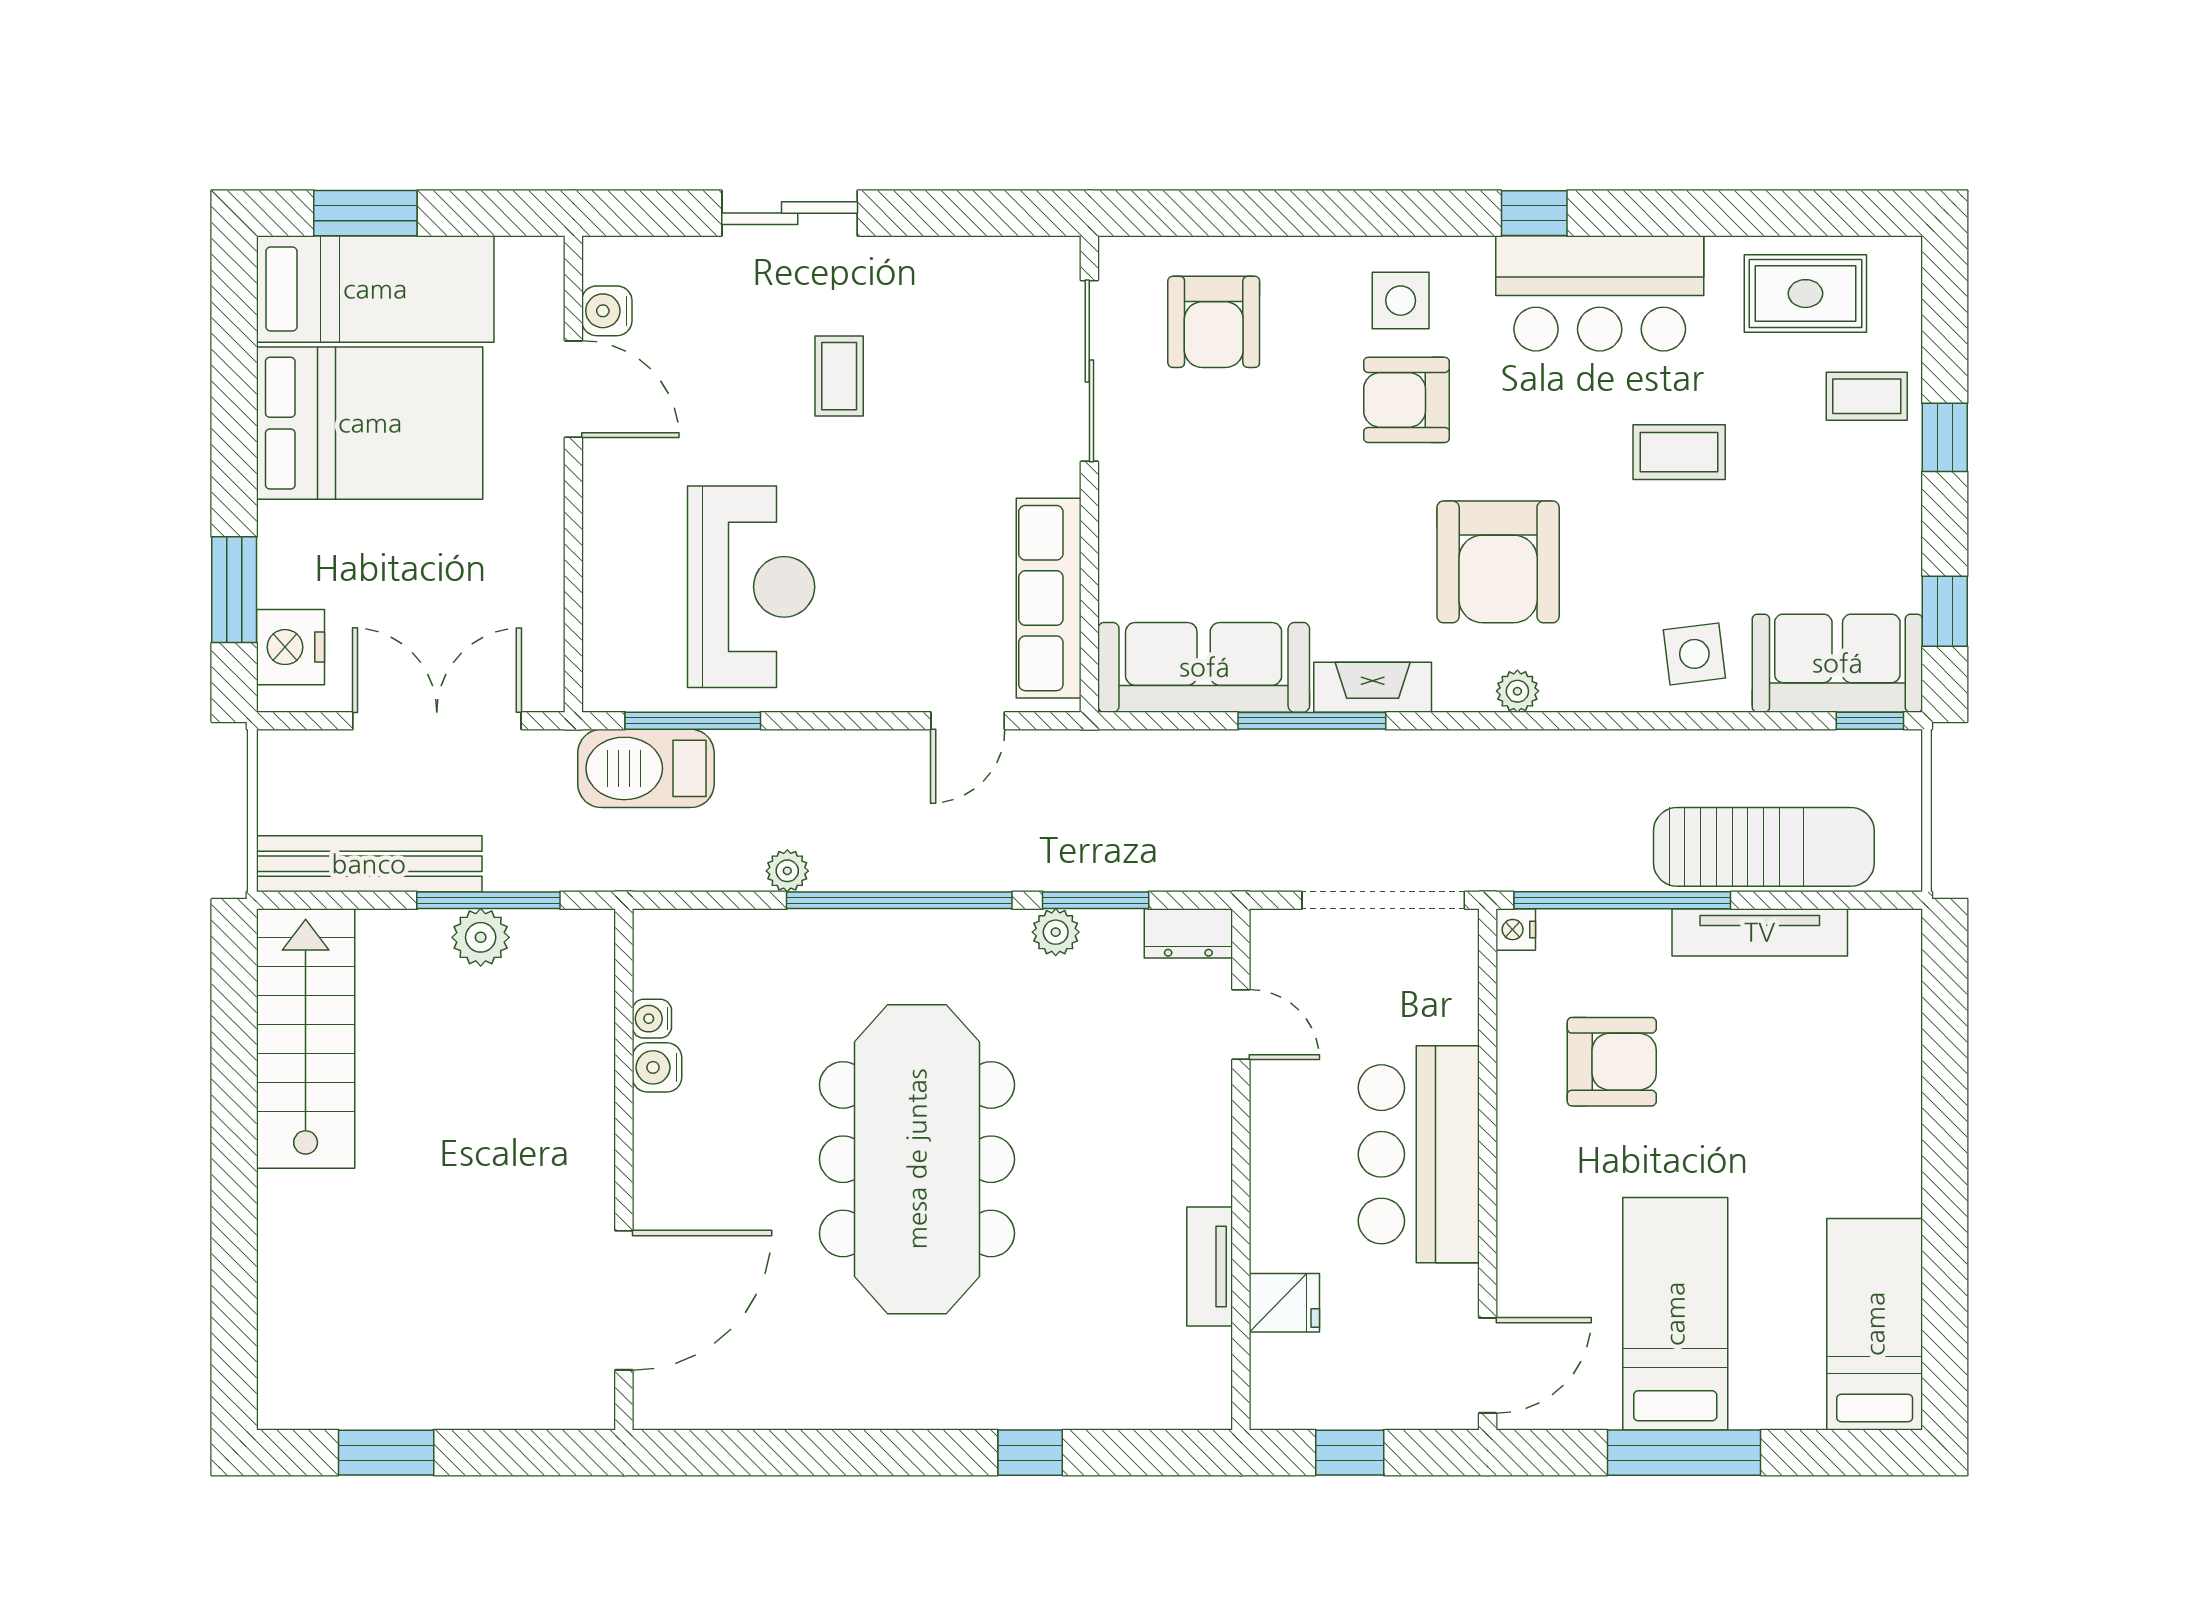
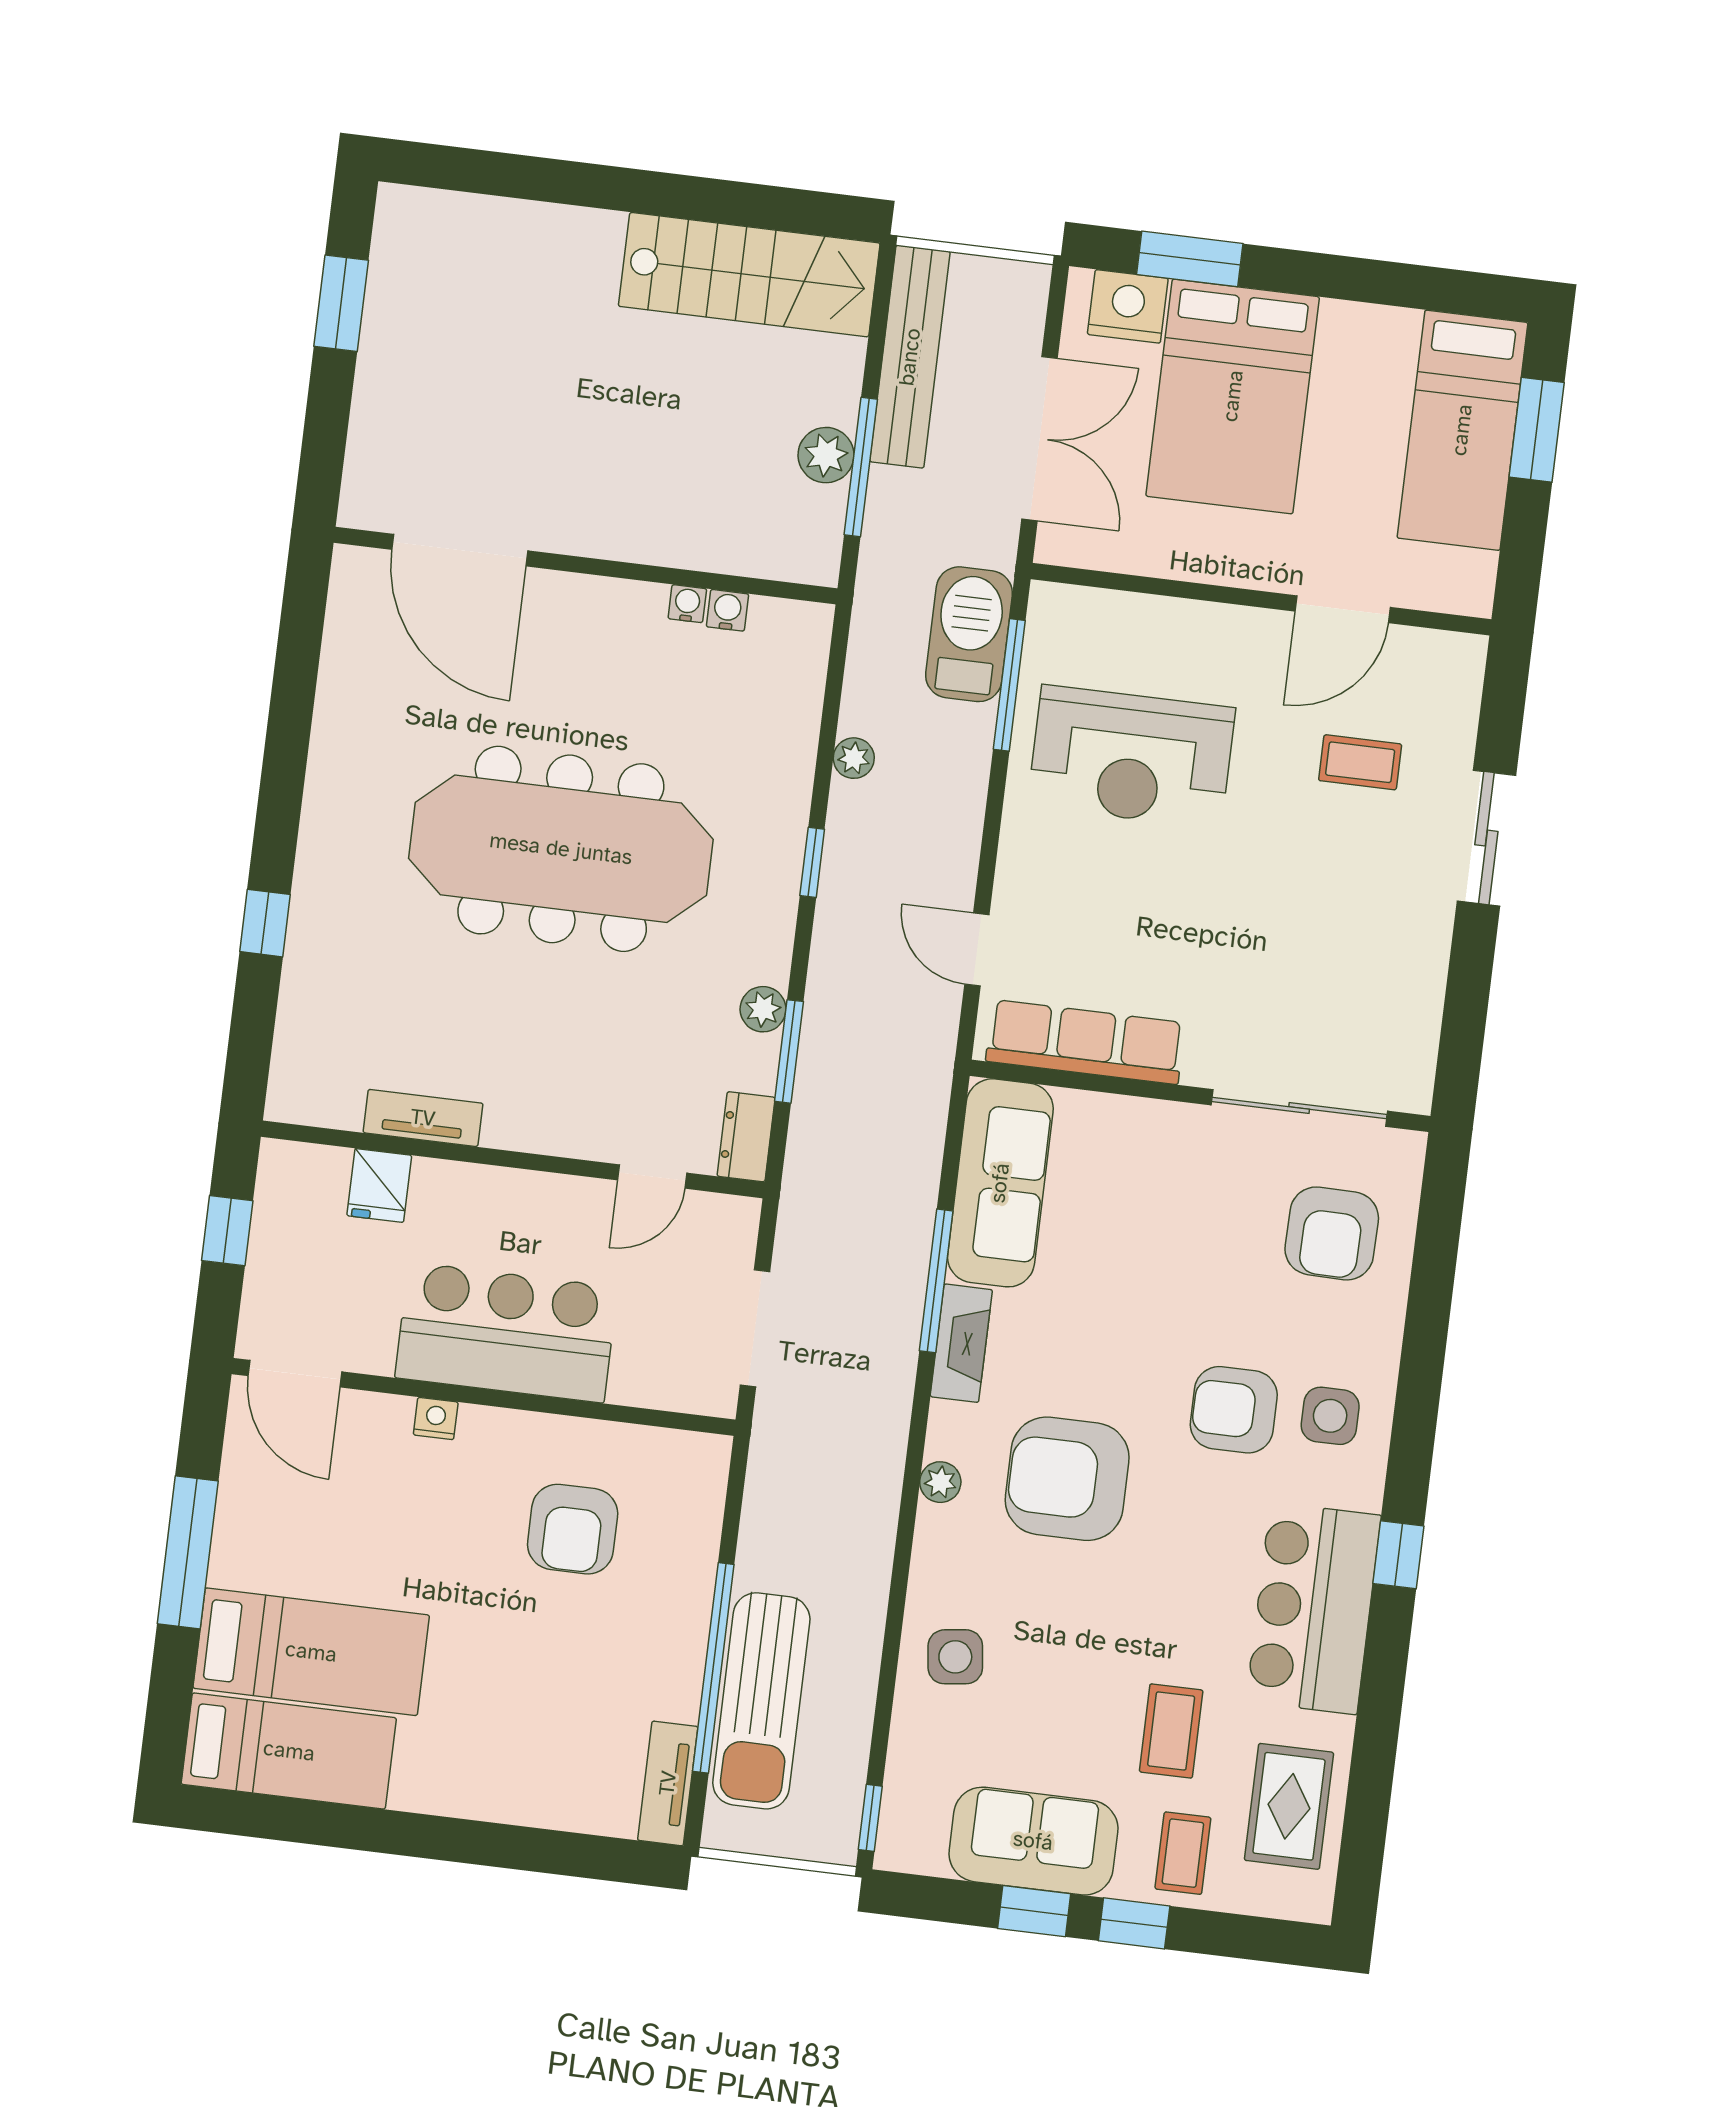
water cooler: (607, 311) -> (1414, 651), removed
armchair: (1214, 322) -> (1332, 1233), turned -89
coffee table: (839, 376) -> (1360, 762), moved
armchair: (1407, 400) -> (1234, 1410), turned -90
bed: (370, 423) -> (1233, 396), moved
coffee table: (1679, 452) -> (1171, 1731), moved
window: (1945, 611) -> (1034, 1911), moved
sofa: (1837, 663) -> (1033, 1841), moved, turned -90
window: (899, 900) -> (812, 862), width x0.32
doorway: (1383, 900) -> (755, 1328), width x0.73
window: (1622, 900) -> (713, 1668), moved
nightstand: (1516, 930) -> (436, 1418), moved
tv unit: (1760, 932) -> (668, 1783), moved, width x0.71
water cooler: (657, 1067) -> (687, 604), width x0.72, depth x0.72
bed: (1675, 1314) -> (311, 1652), moved

